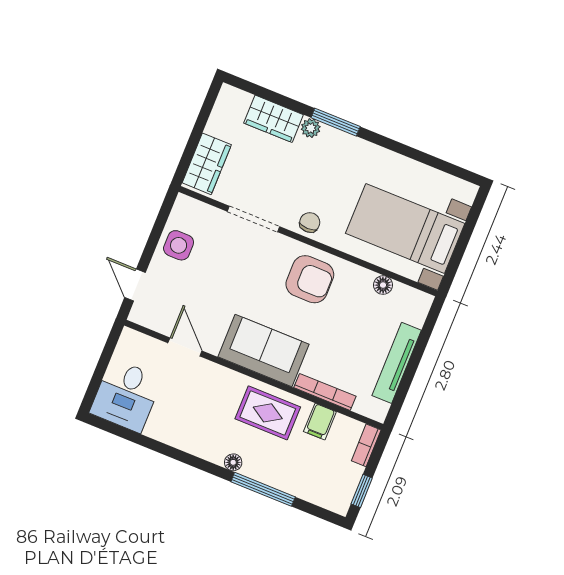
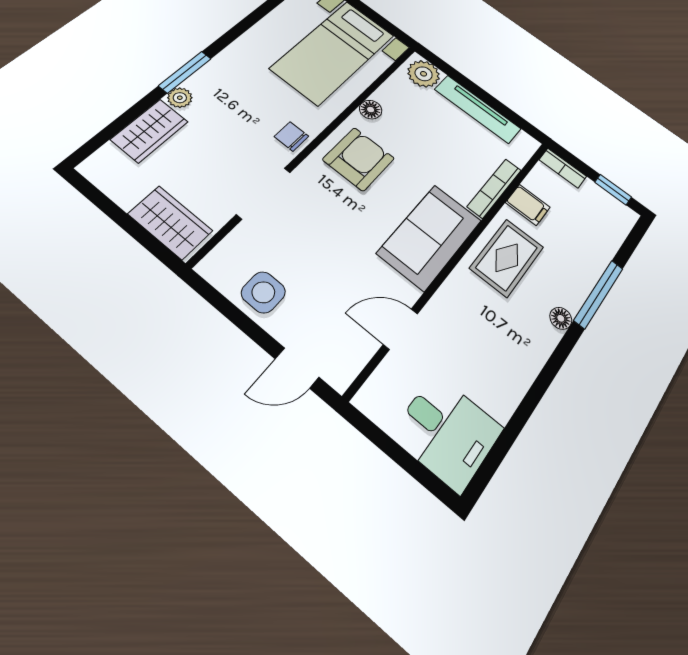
floor lamp: (383, 285) -> (371, 110), moved
plant: (414, 309) -> (424, 74), added

